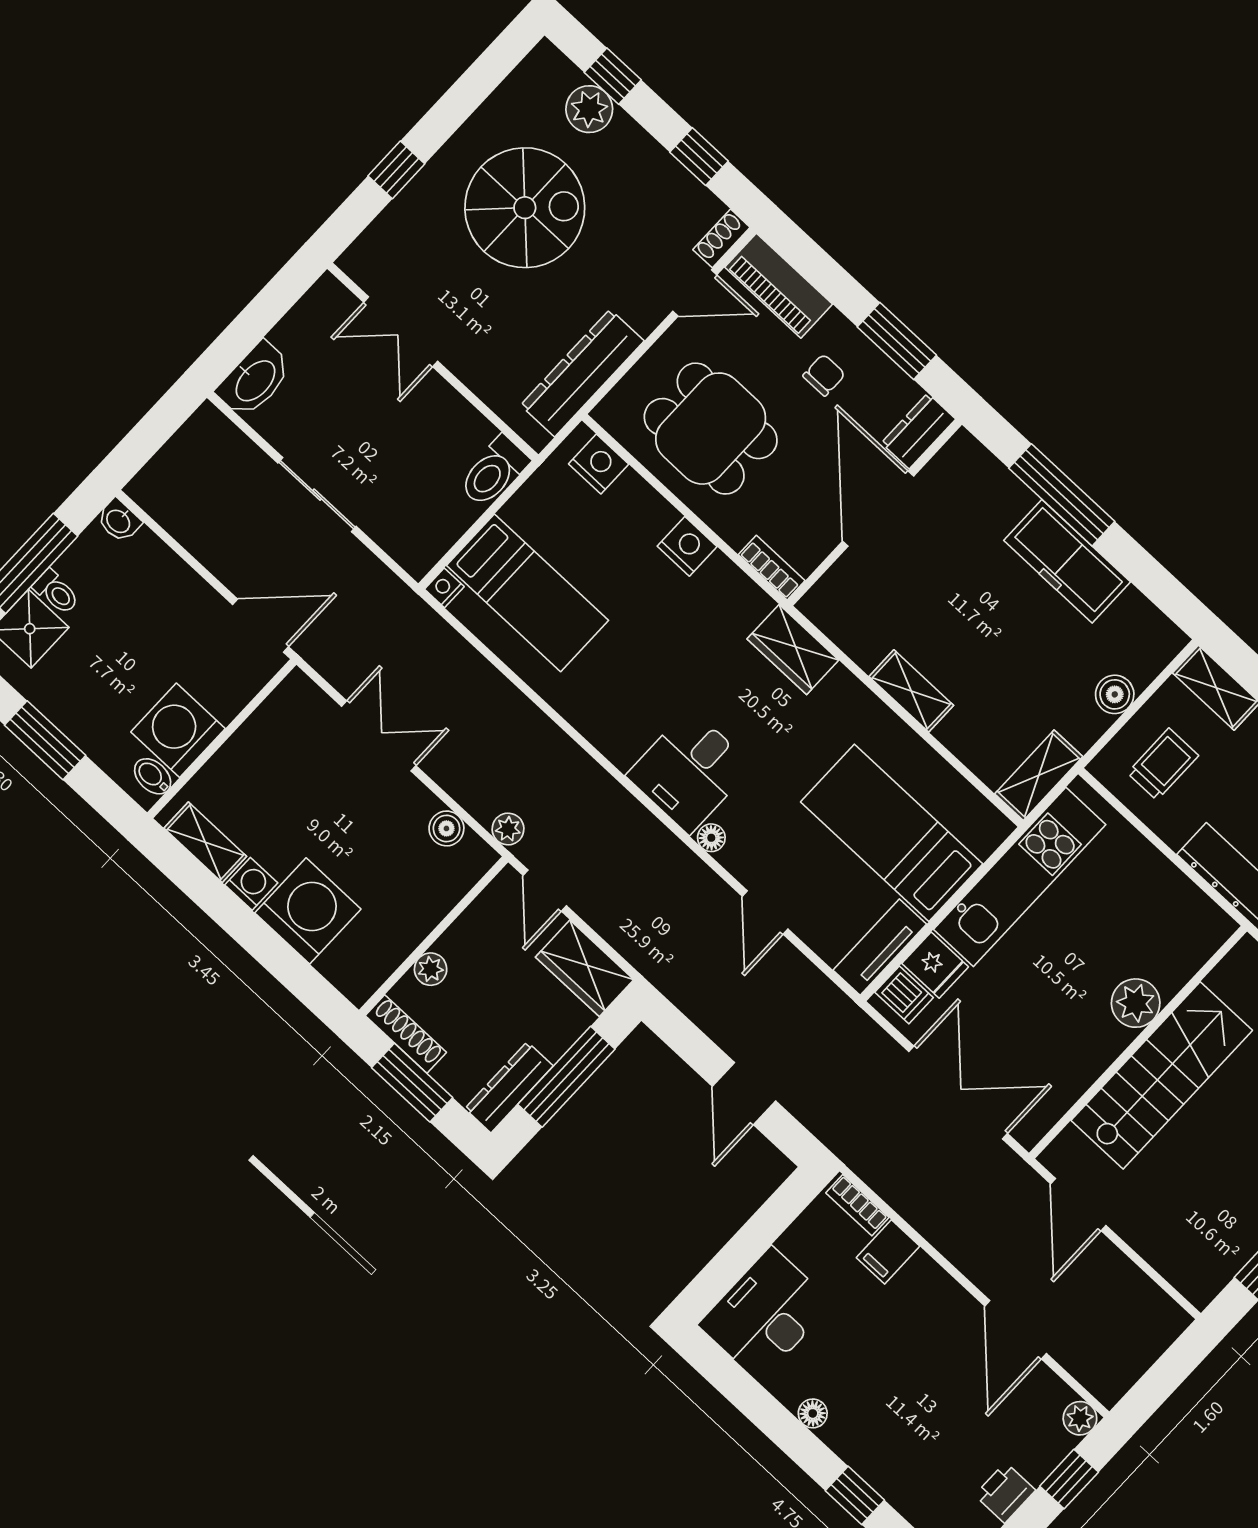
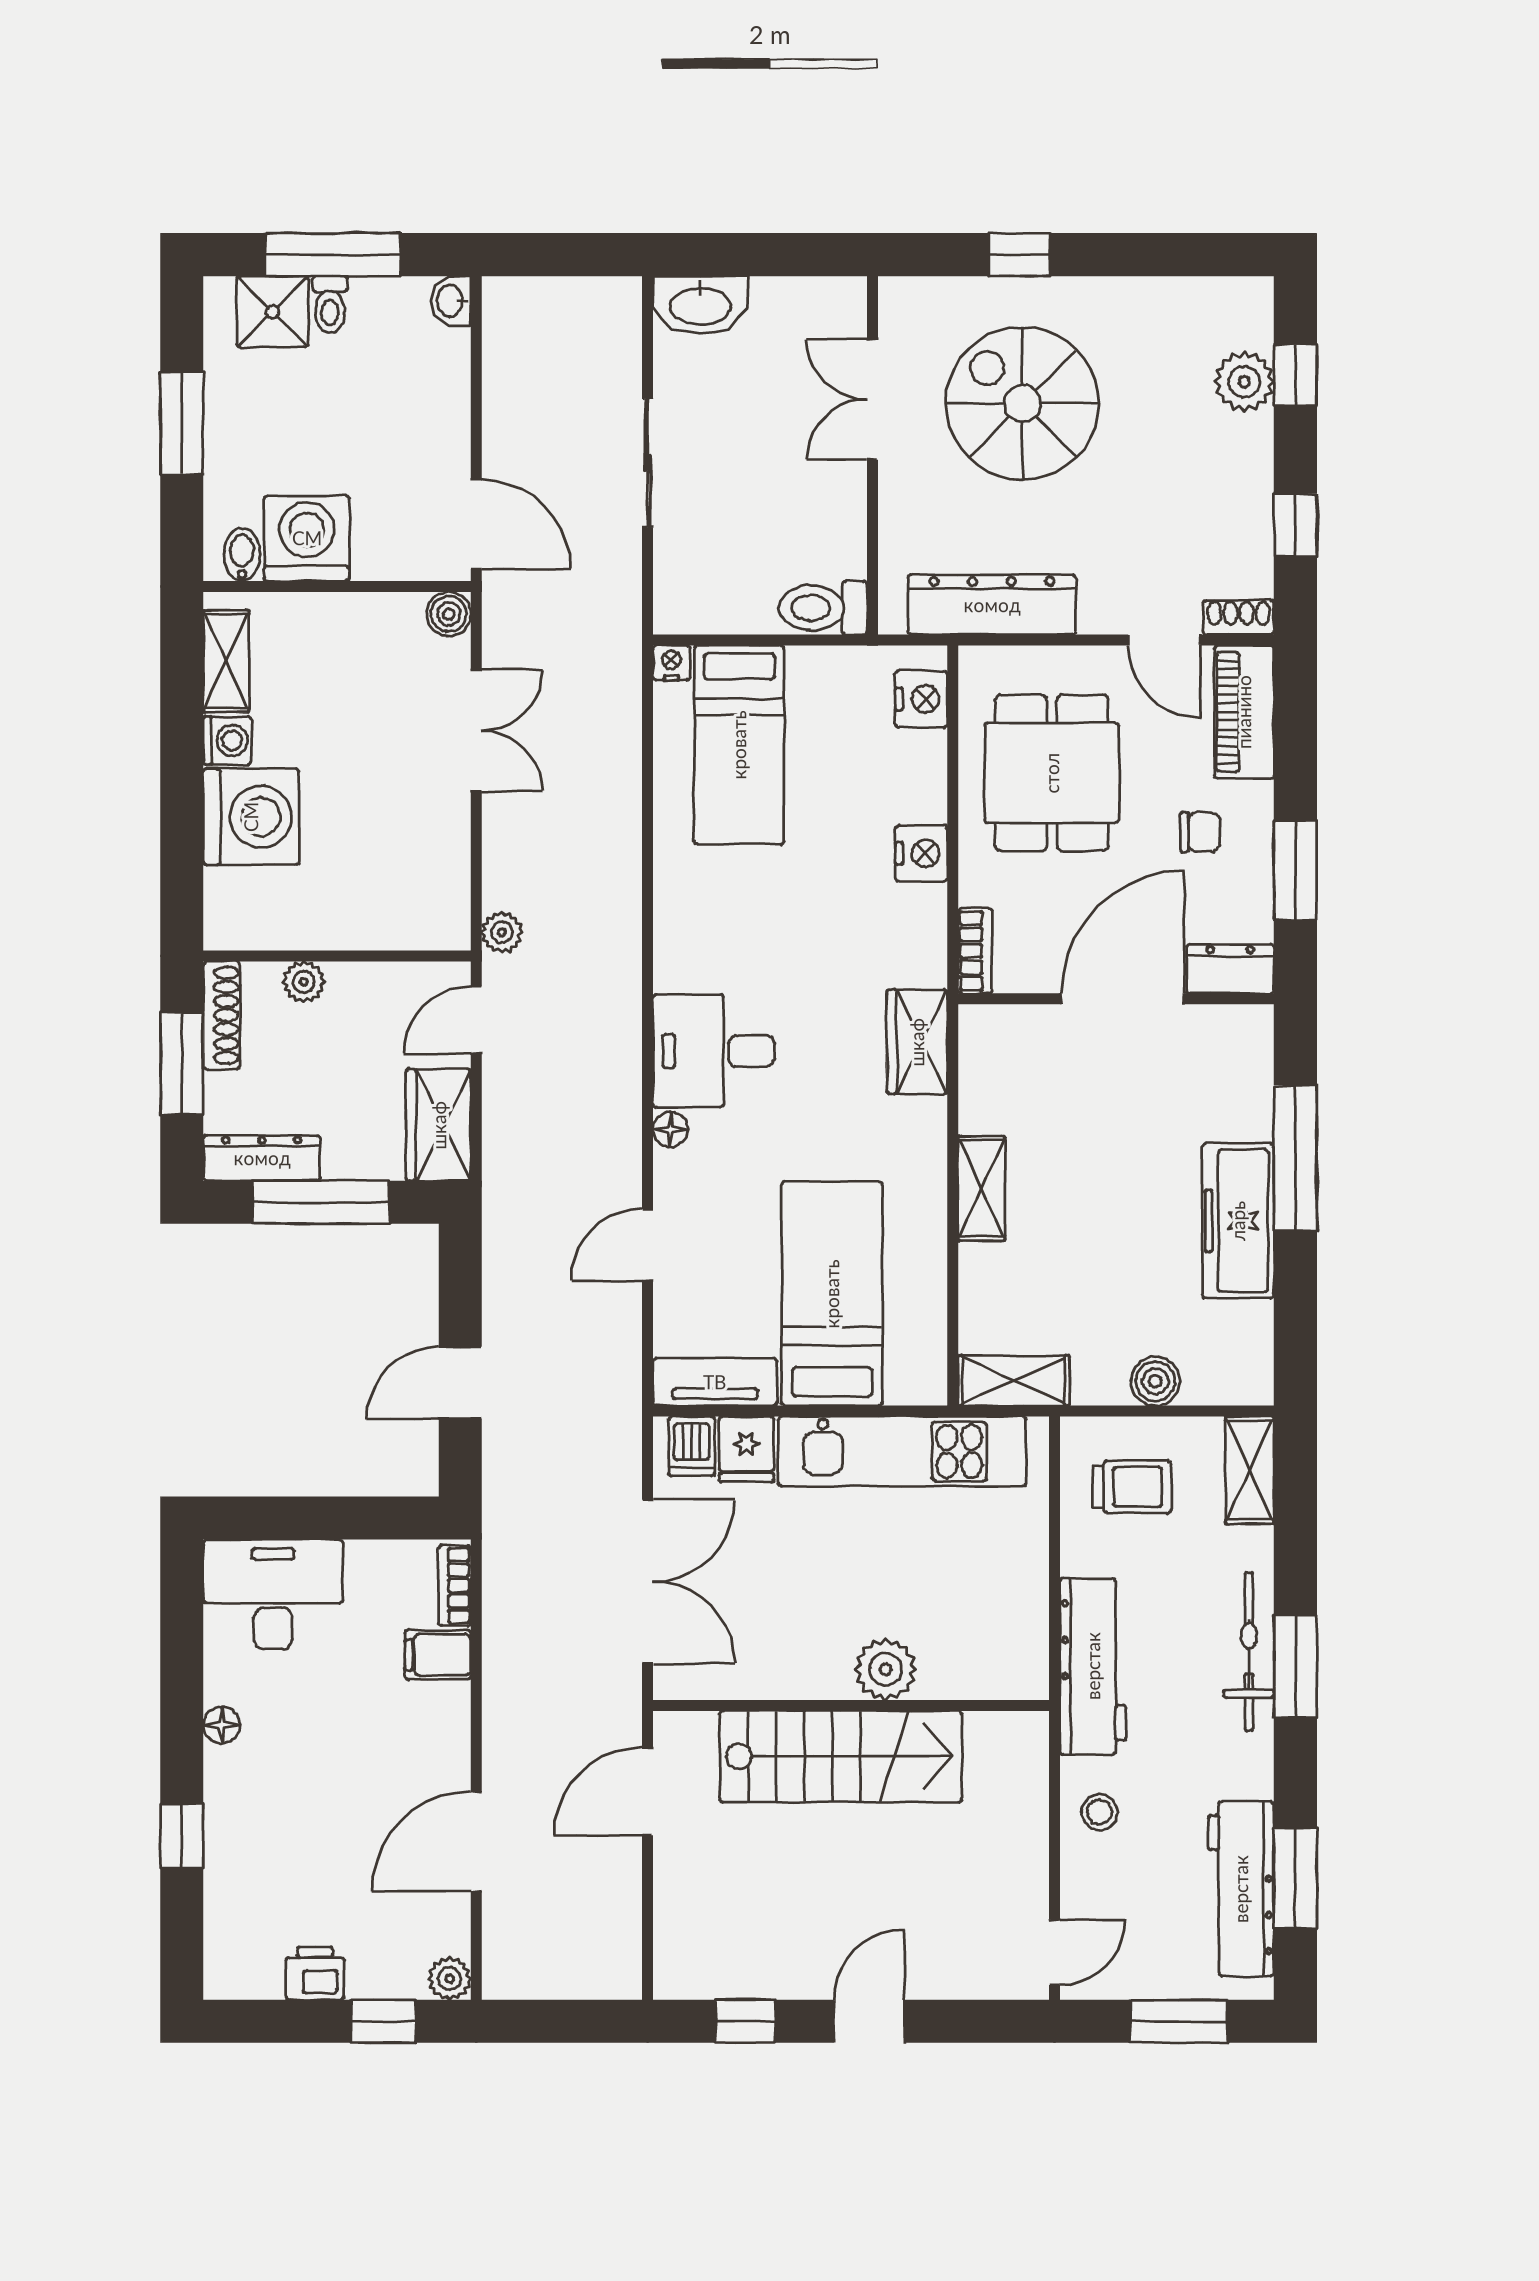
spiral stairs: (525, 208) -> (1022, 403), moved, turned 180
boiler: (446, 828) -> (449, 614), moved

